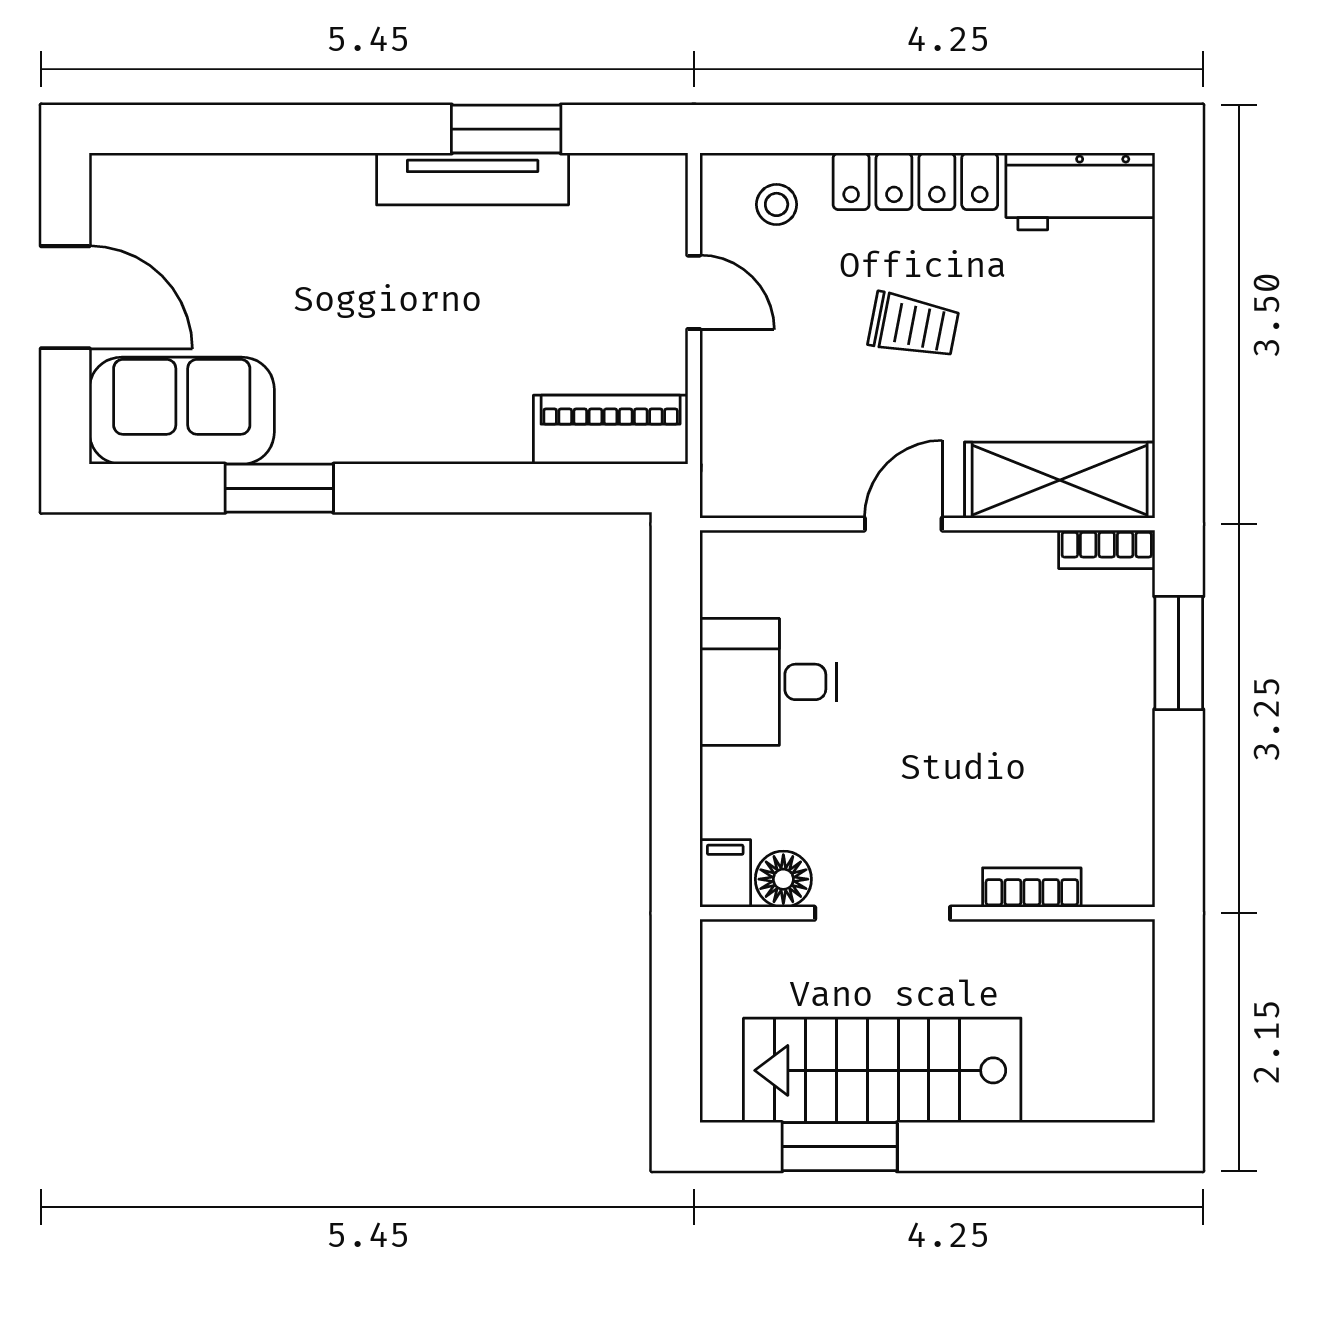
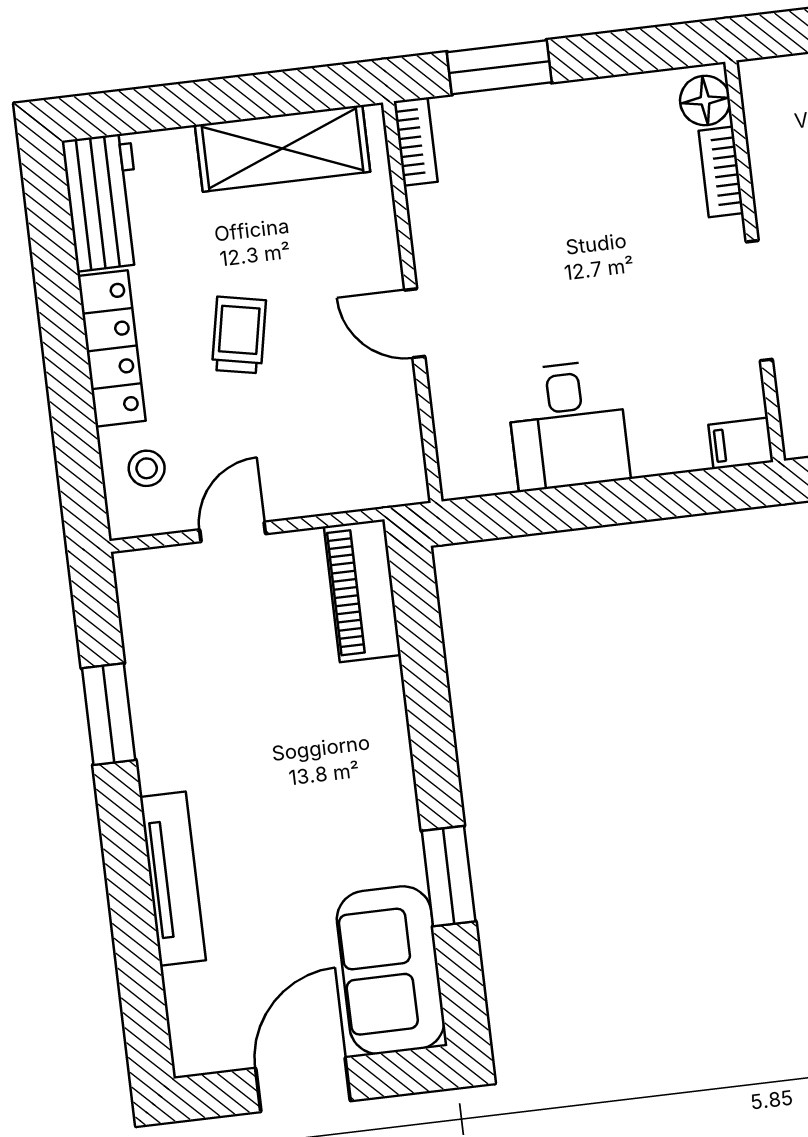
tv unit: (473, 179) -> (173, 879), moved
shelving: (1060, 480) -> (282, 148), moved, turned 90
floor lamp: (783, 879) -> (705, 100), moved

